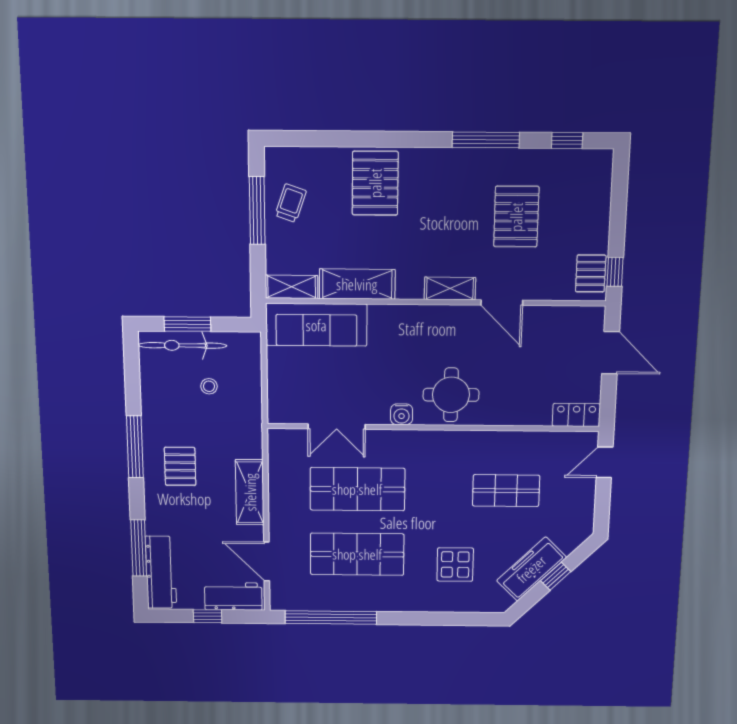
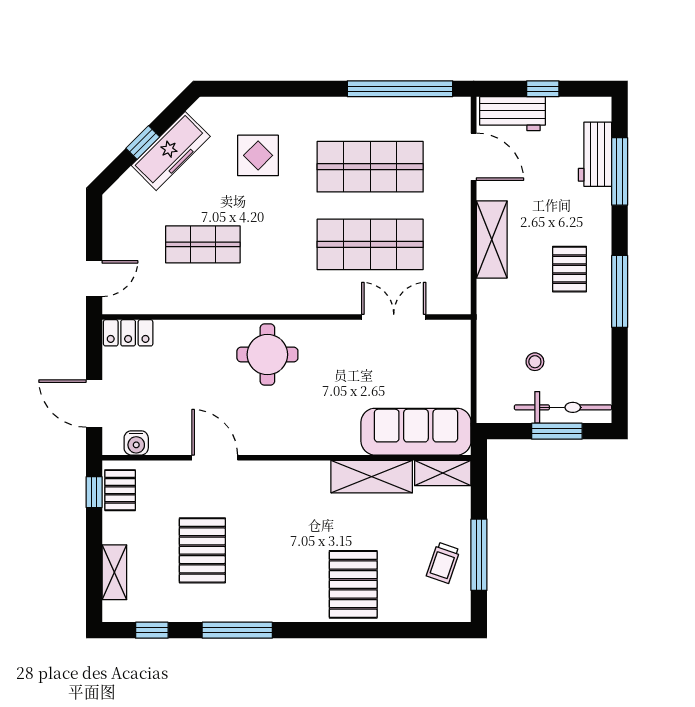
shelving: (450, 288) -> (114, 572), moved, turned 90
water cooler: (402, 414) -> (136, 443), moved, turned 180
workbench: (161, 572) -> (595, 154), width x0.73

